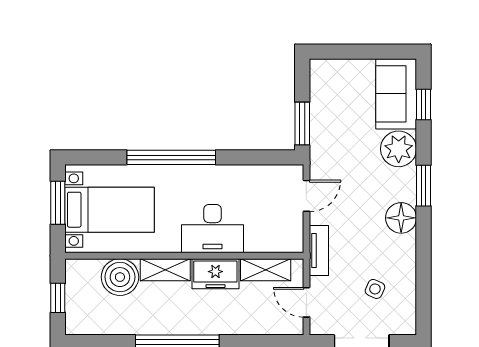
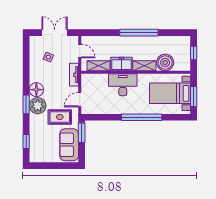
sofa: (396, 94) -> (69, 145), moved, turned 180
plant: (399, 149) -> (38, 106), moved
rug: (350, 158) -> (60, 117), added

